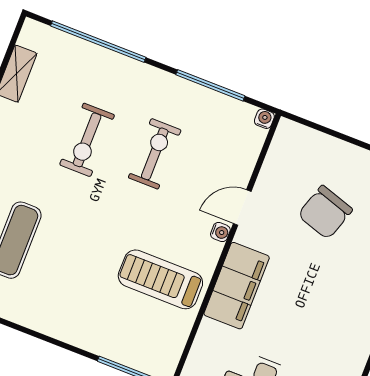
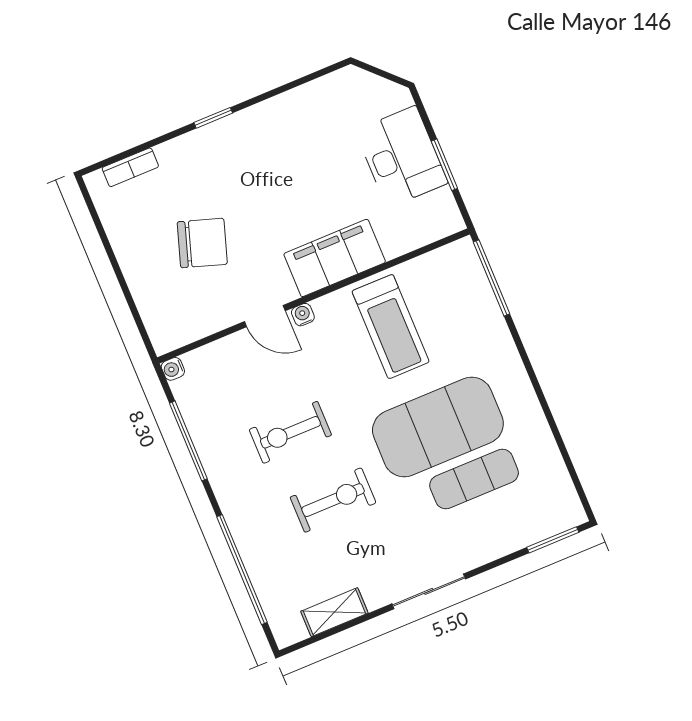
exercise mat: (70, 249) -> (438, 427), added

